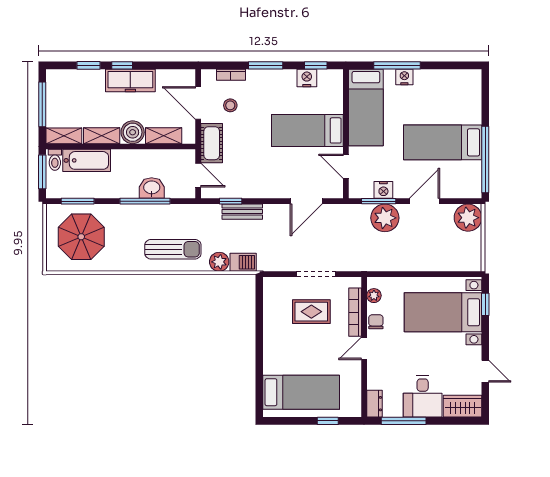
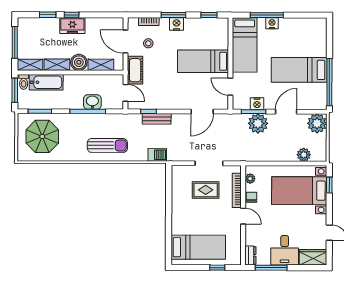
nightstand: (307, 78) -> (177, 24), moved
freezer: (130, 81) -> (72, 26), width x0.71
plant: (219, 262) -> (304, 155), moved
door: (364, 348) -> (243, 216), swing flipped

